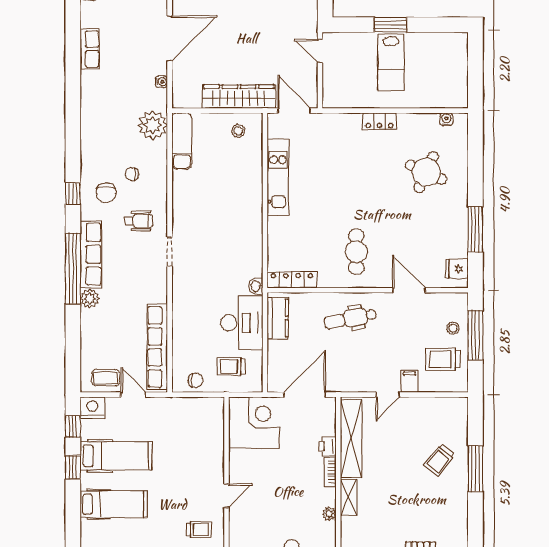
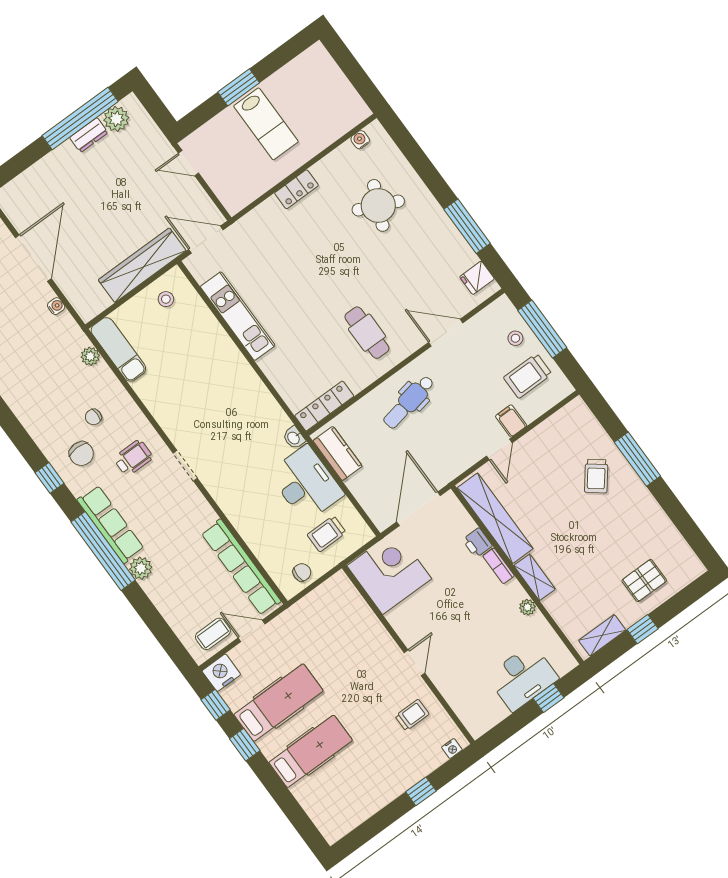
plant: (153, 125) -> (90, 356), width x0.53, depth x0.53

